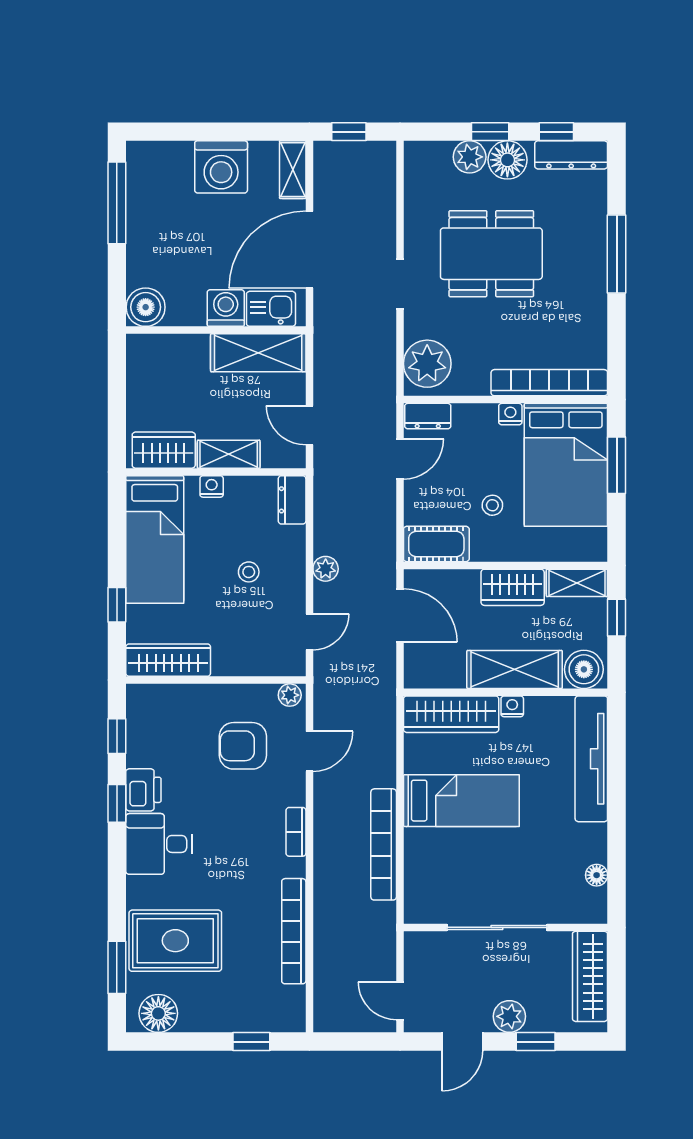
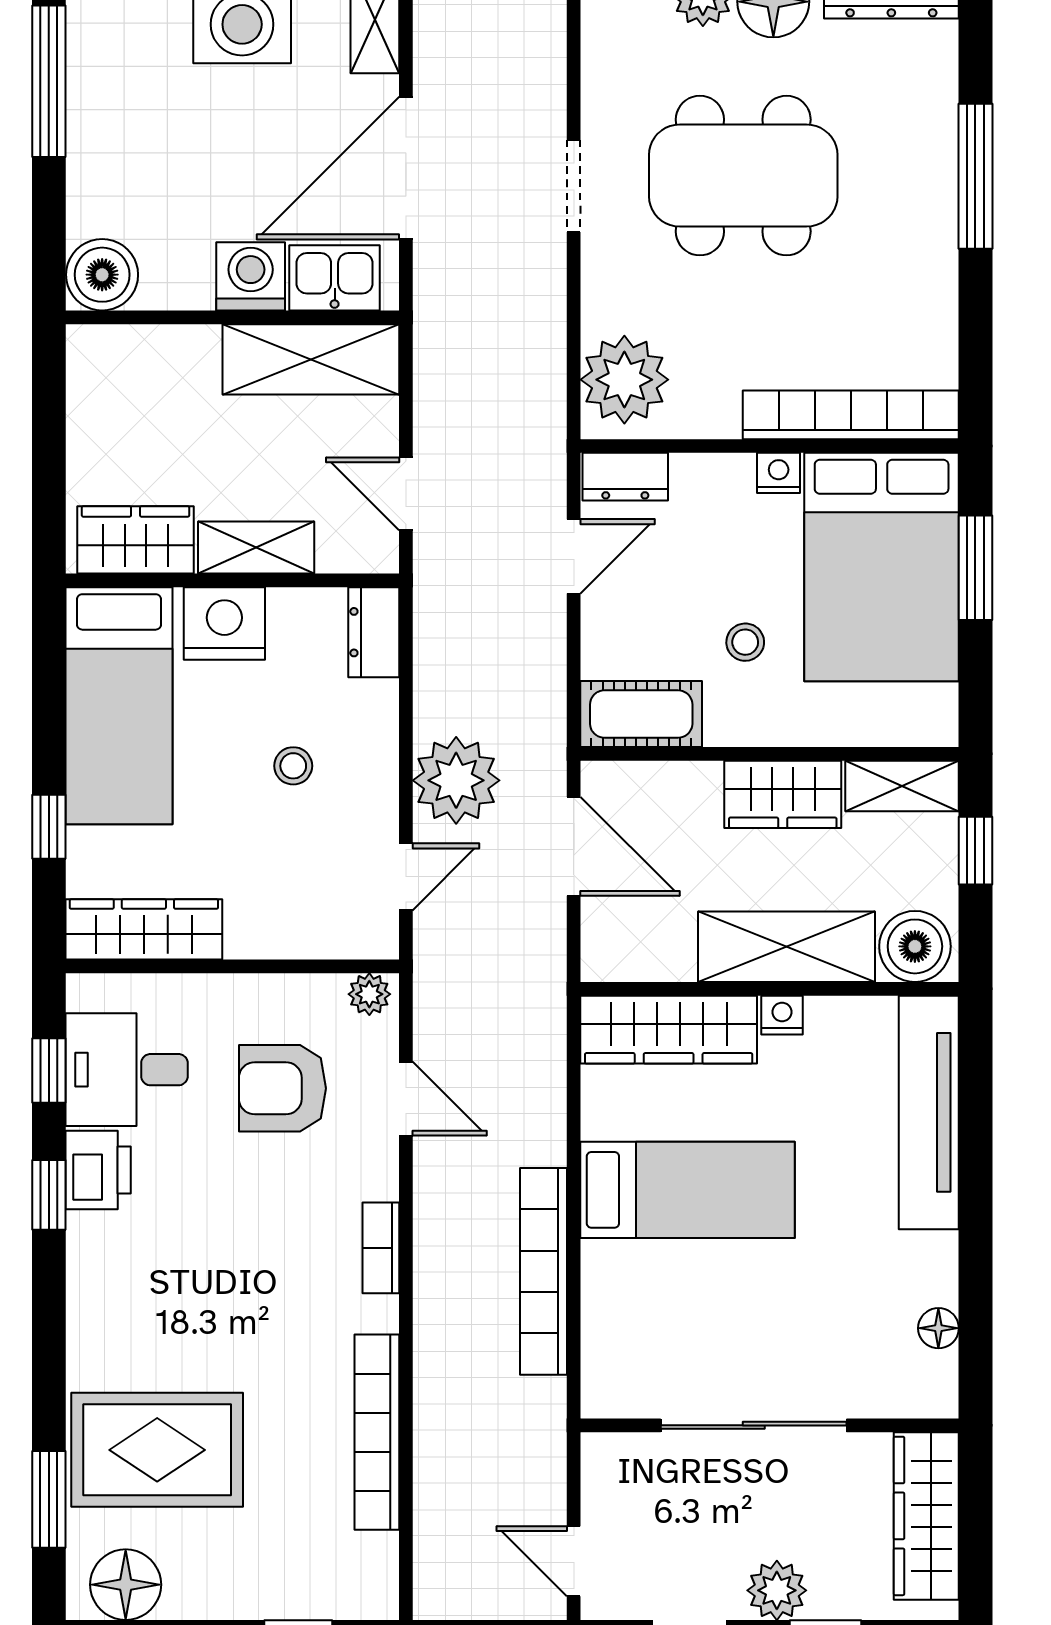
doorway: (400, 284) -> (574, 186), moved
nightstand: (212, 486) -> (224, 623), width x1.89, depth x1.79
plant: (326, 569) -> (456, 780), width x1.87, depth x1.87
door: (309, 751) -> (406, 1099), hinge flipped
desk: (159, 844) -> (127, 1070), moved

